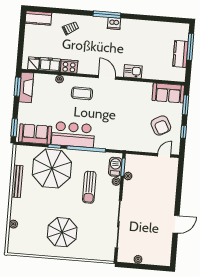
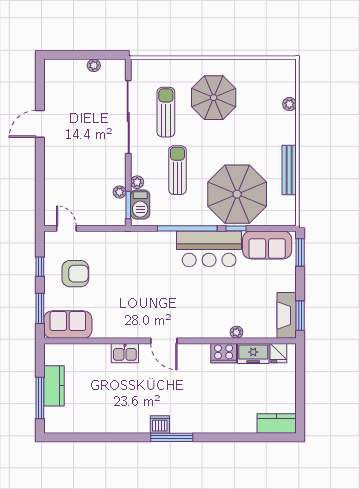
trolley: (71, 28) -> (226, 412), removed
coffee table: (82, 93) -> (200, 313), removed
armchair: (161, 125) -> (75, 274), turned 118
door: (164, 155) -> (66, 228), swing flipped
sun lounger: (94, 225) -> (166, 112), added

